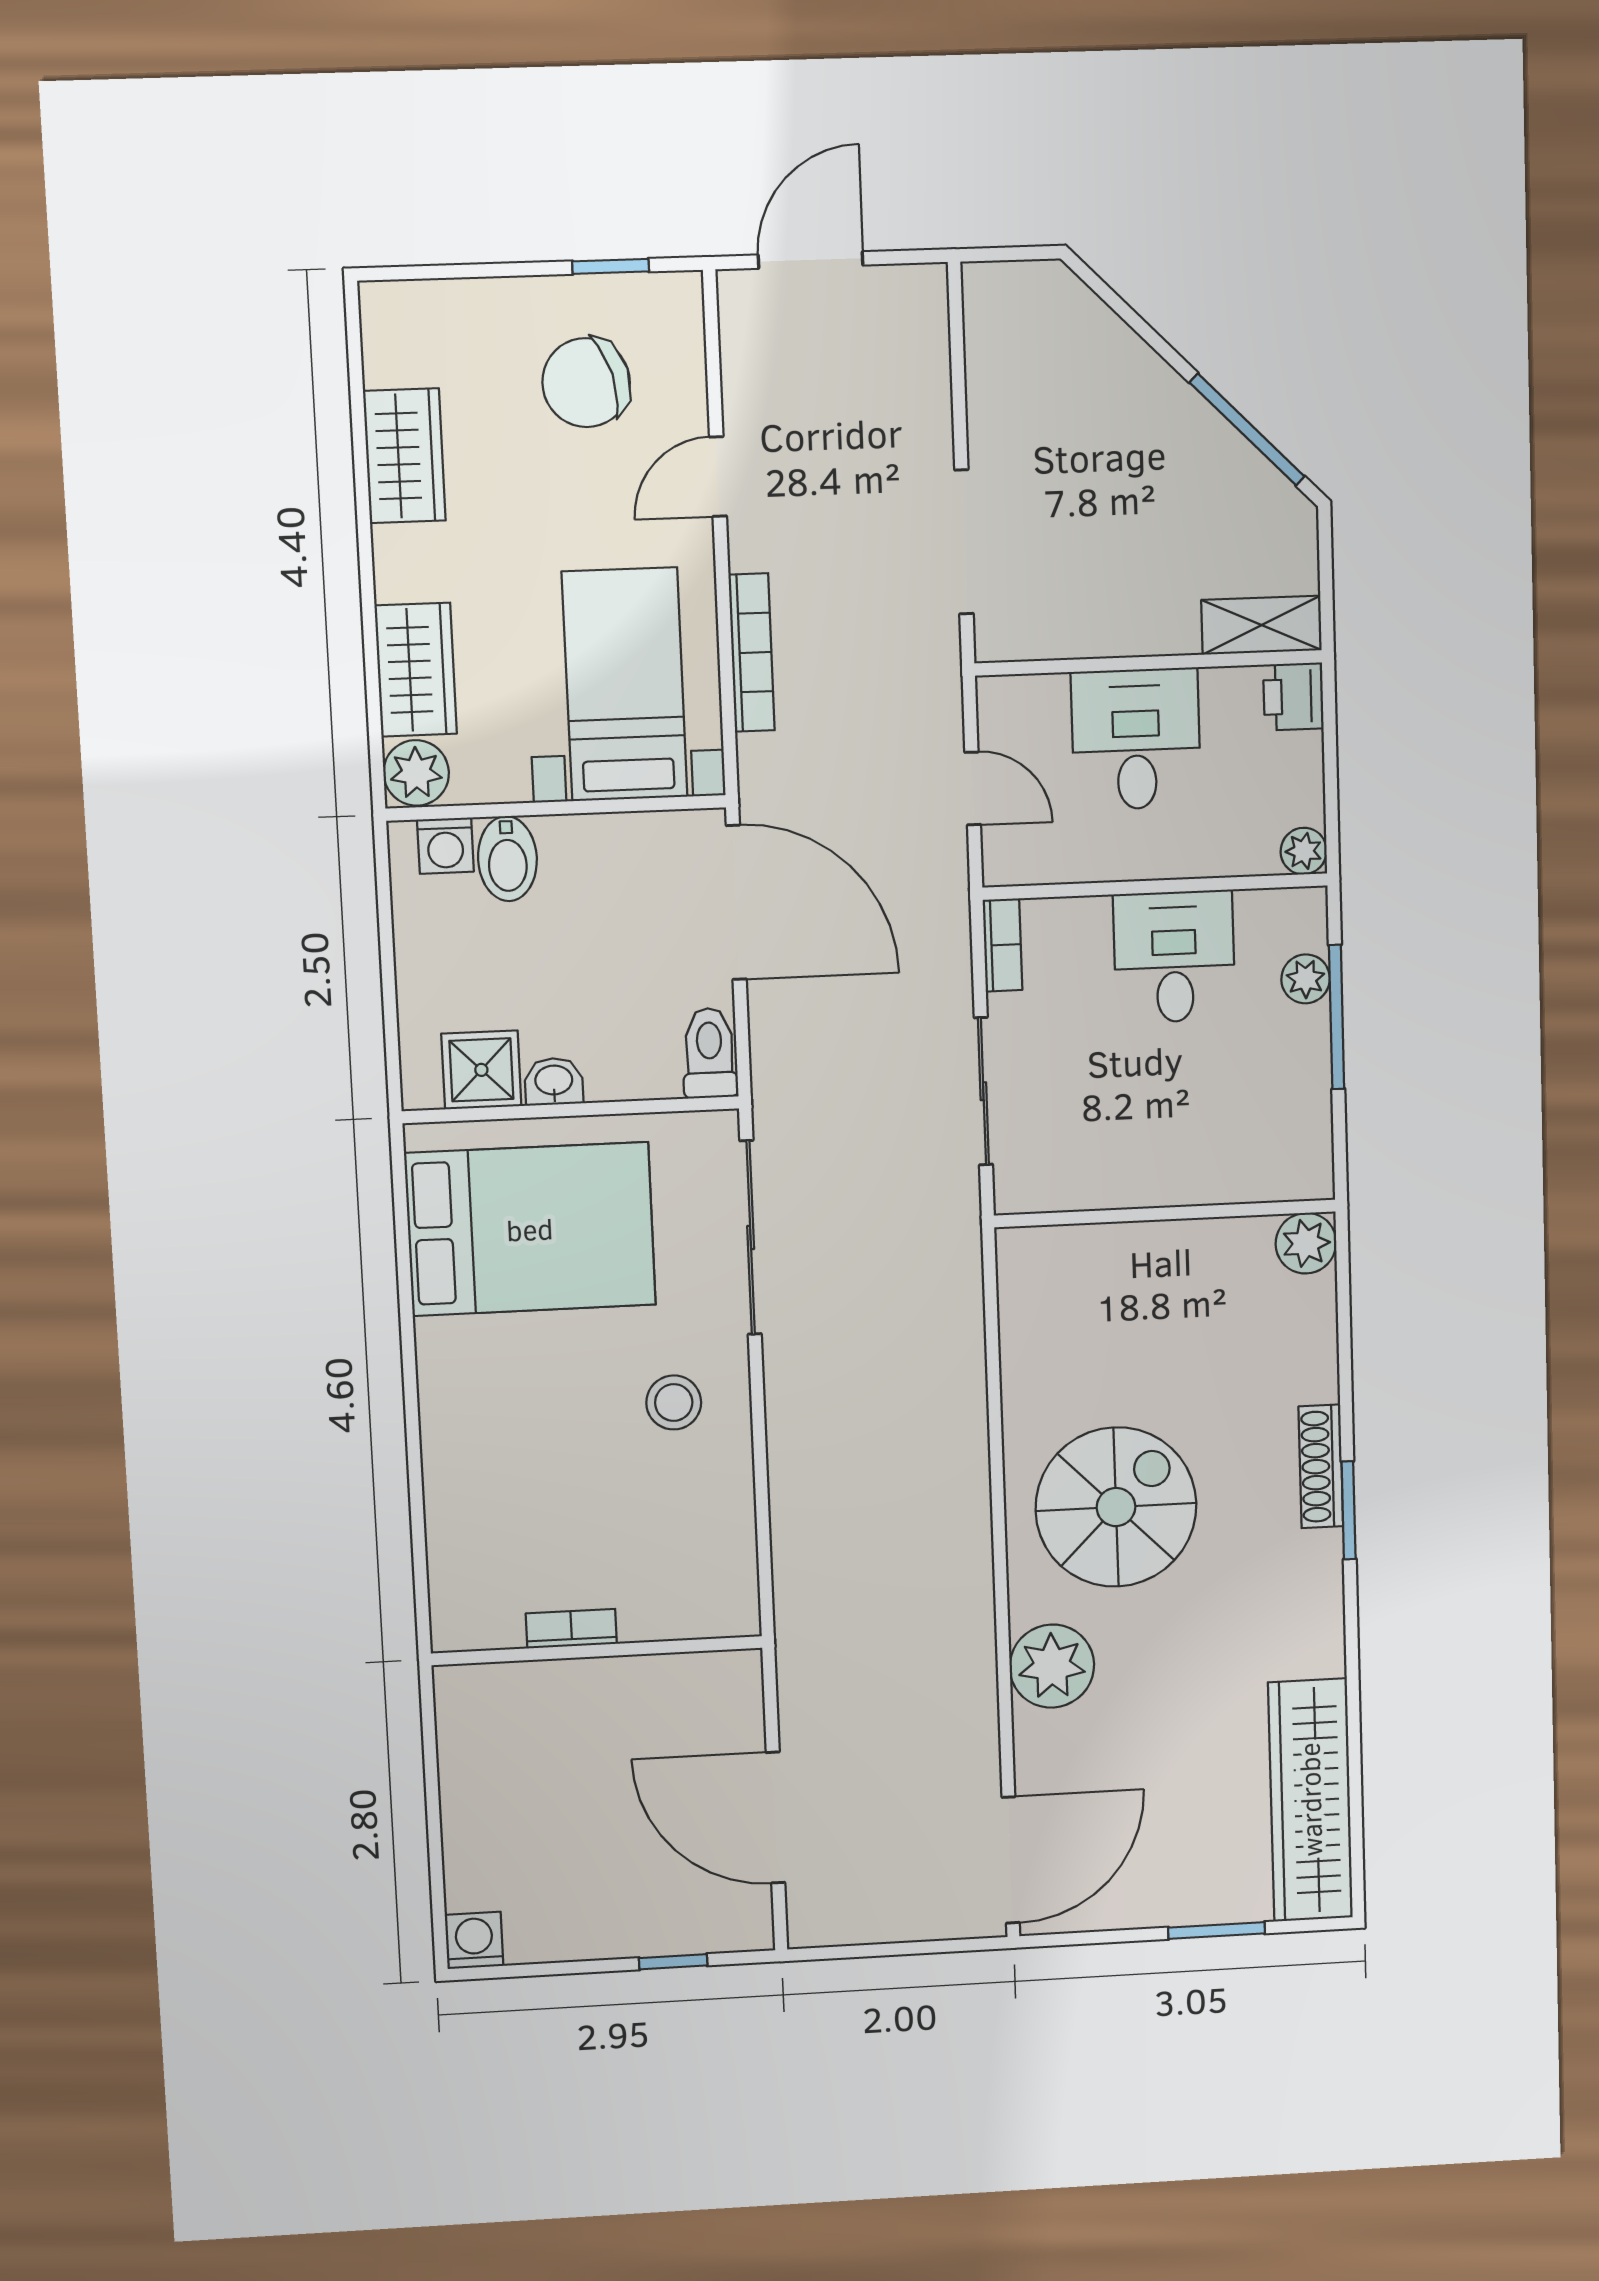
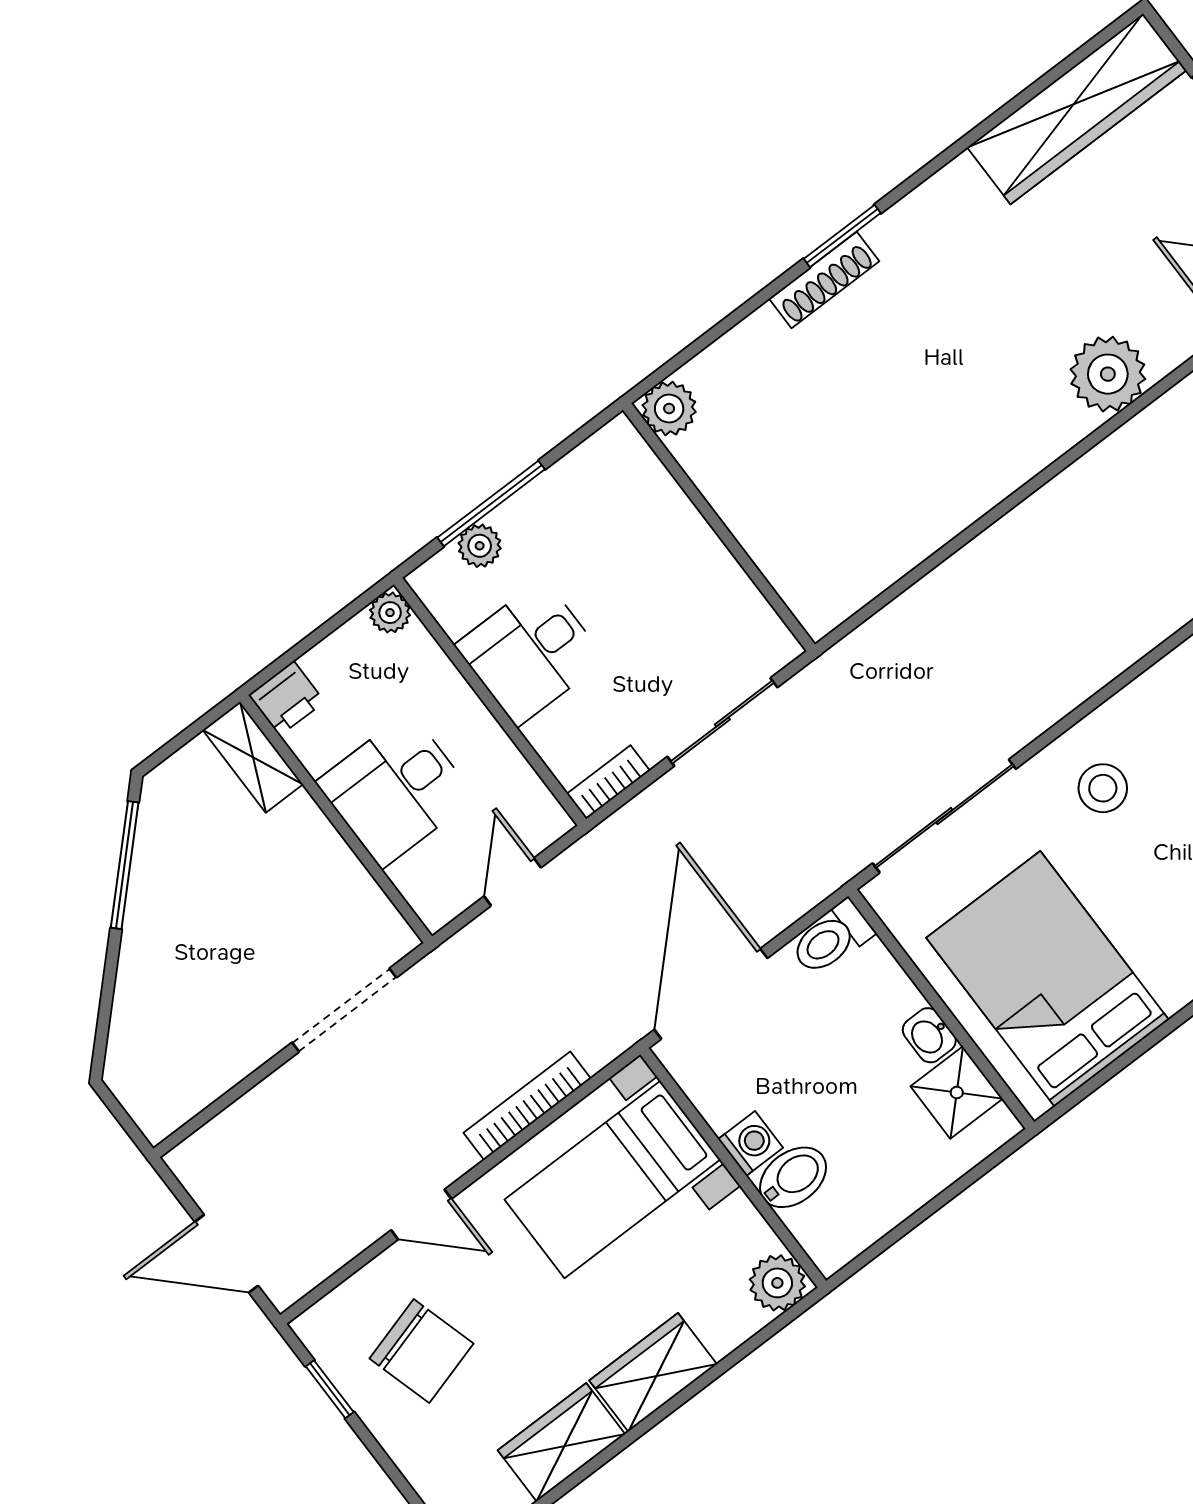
wardrobe: (416, 670) -> (653, 1372), moved
washing machine: (445, 846) -> (751, 1143), moved
spiral stairs: (1116, 1507) -> (958, 410), removed

